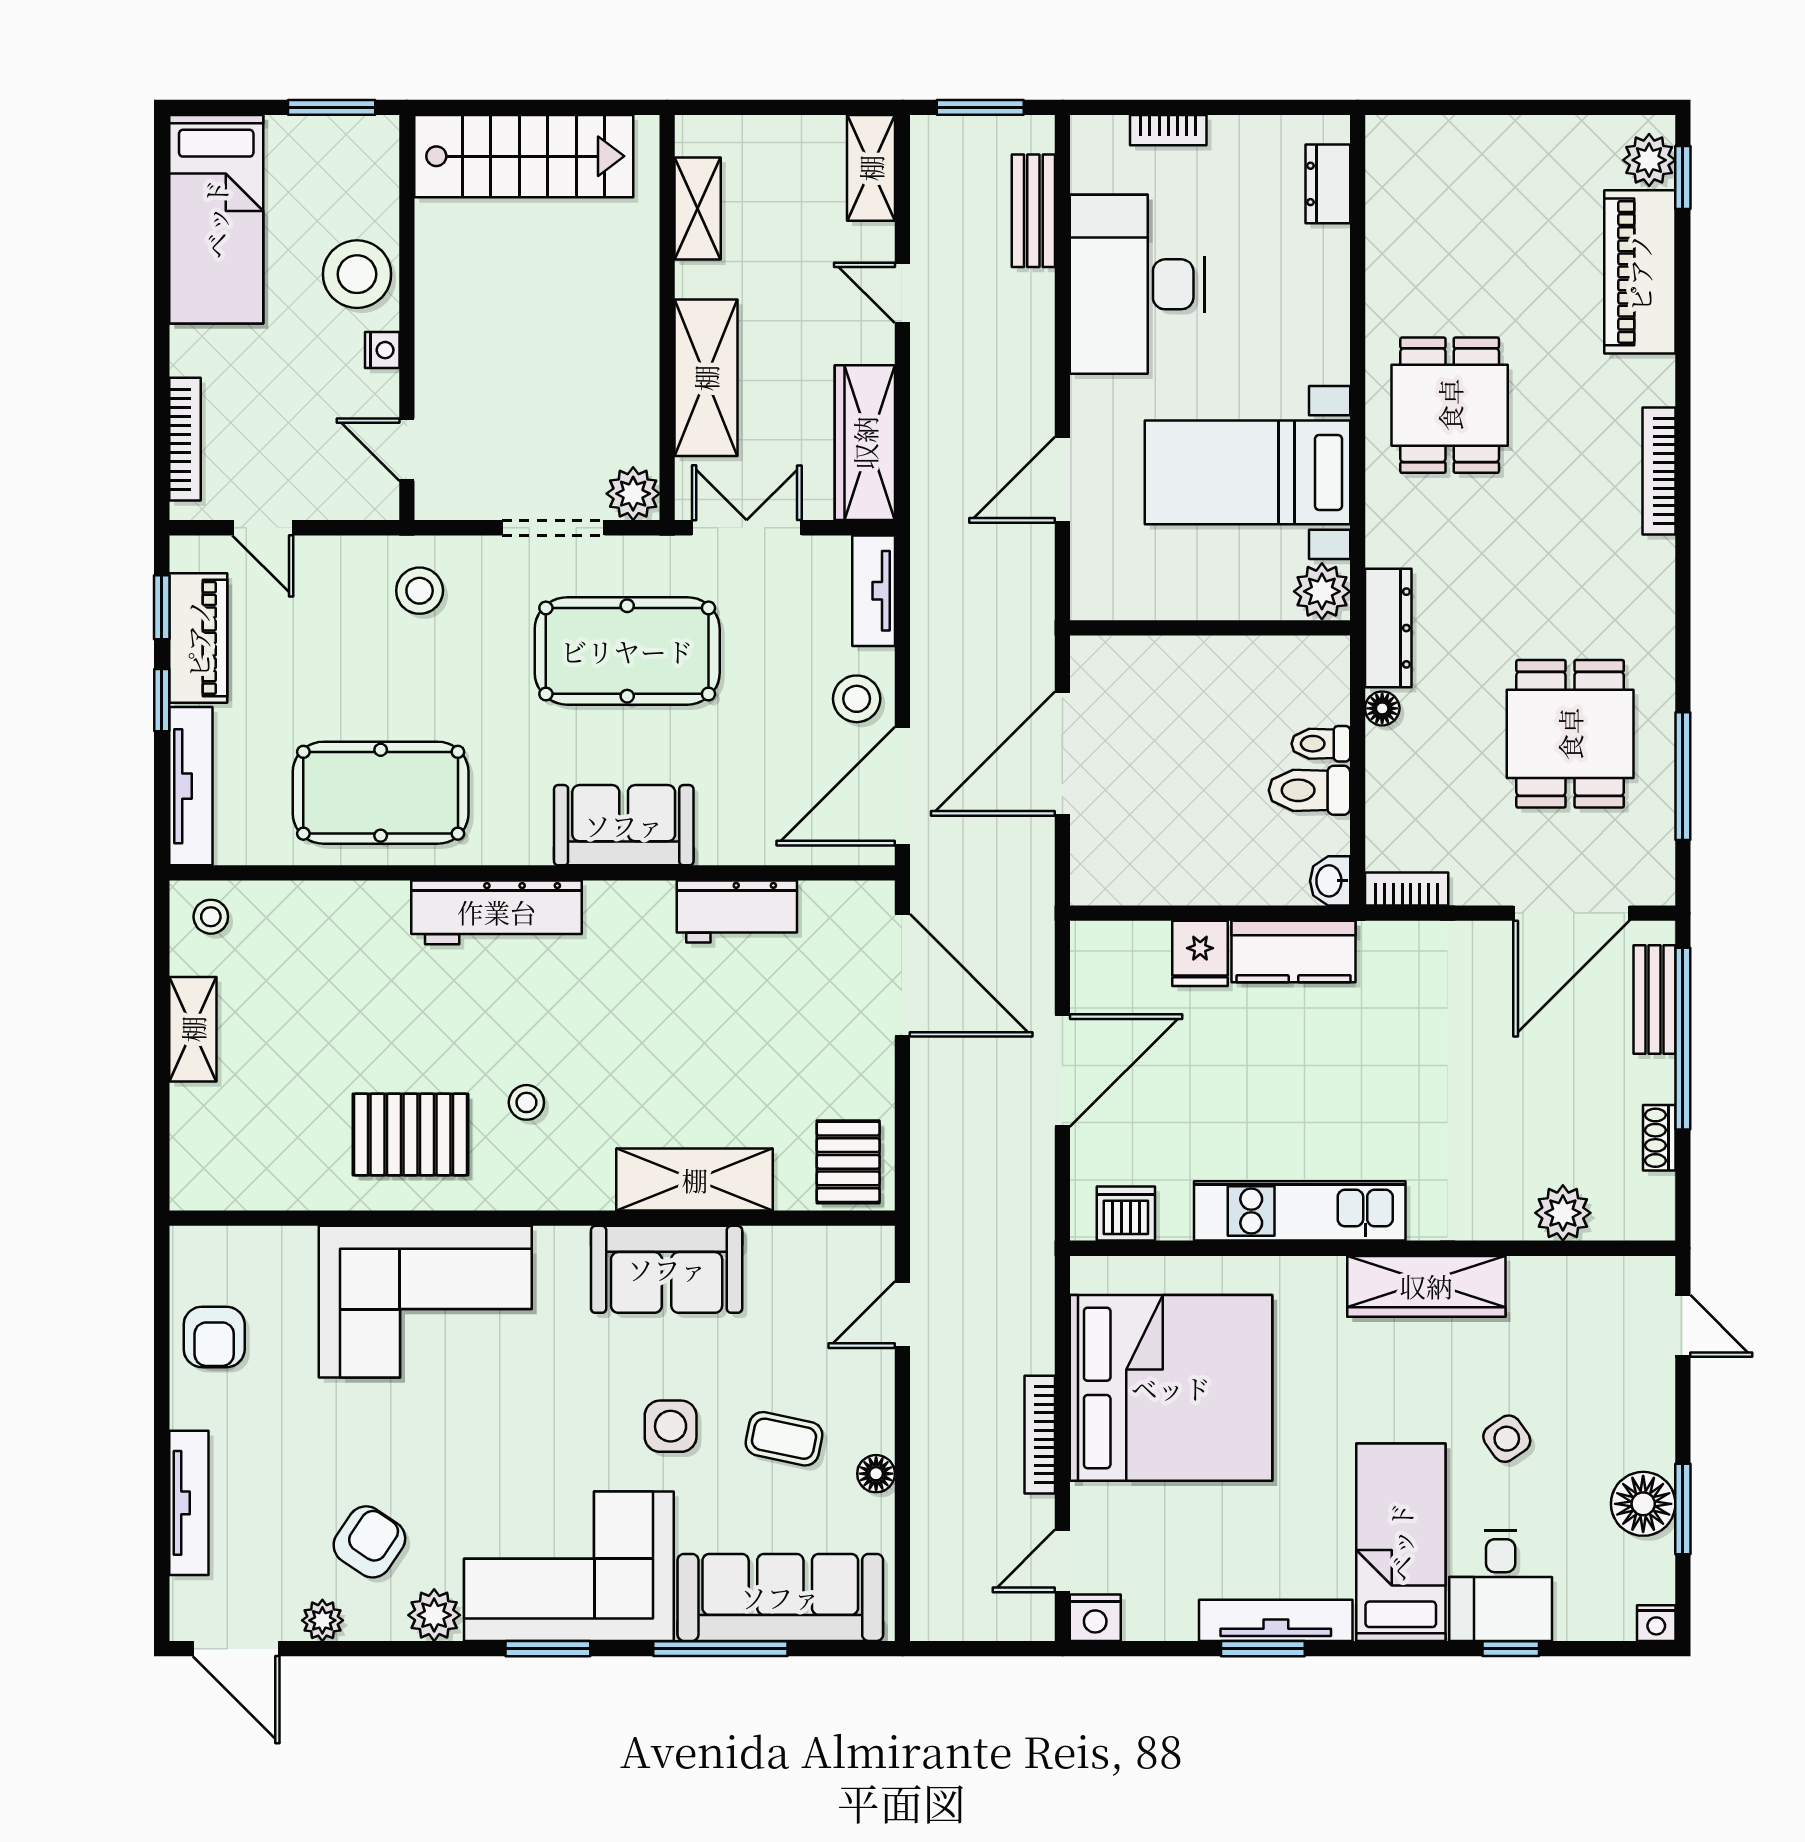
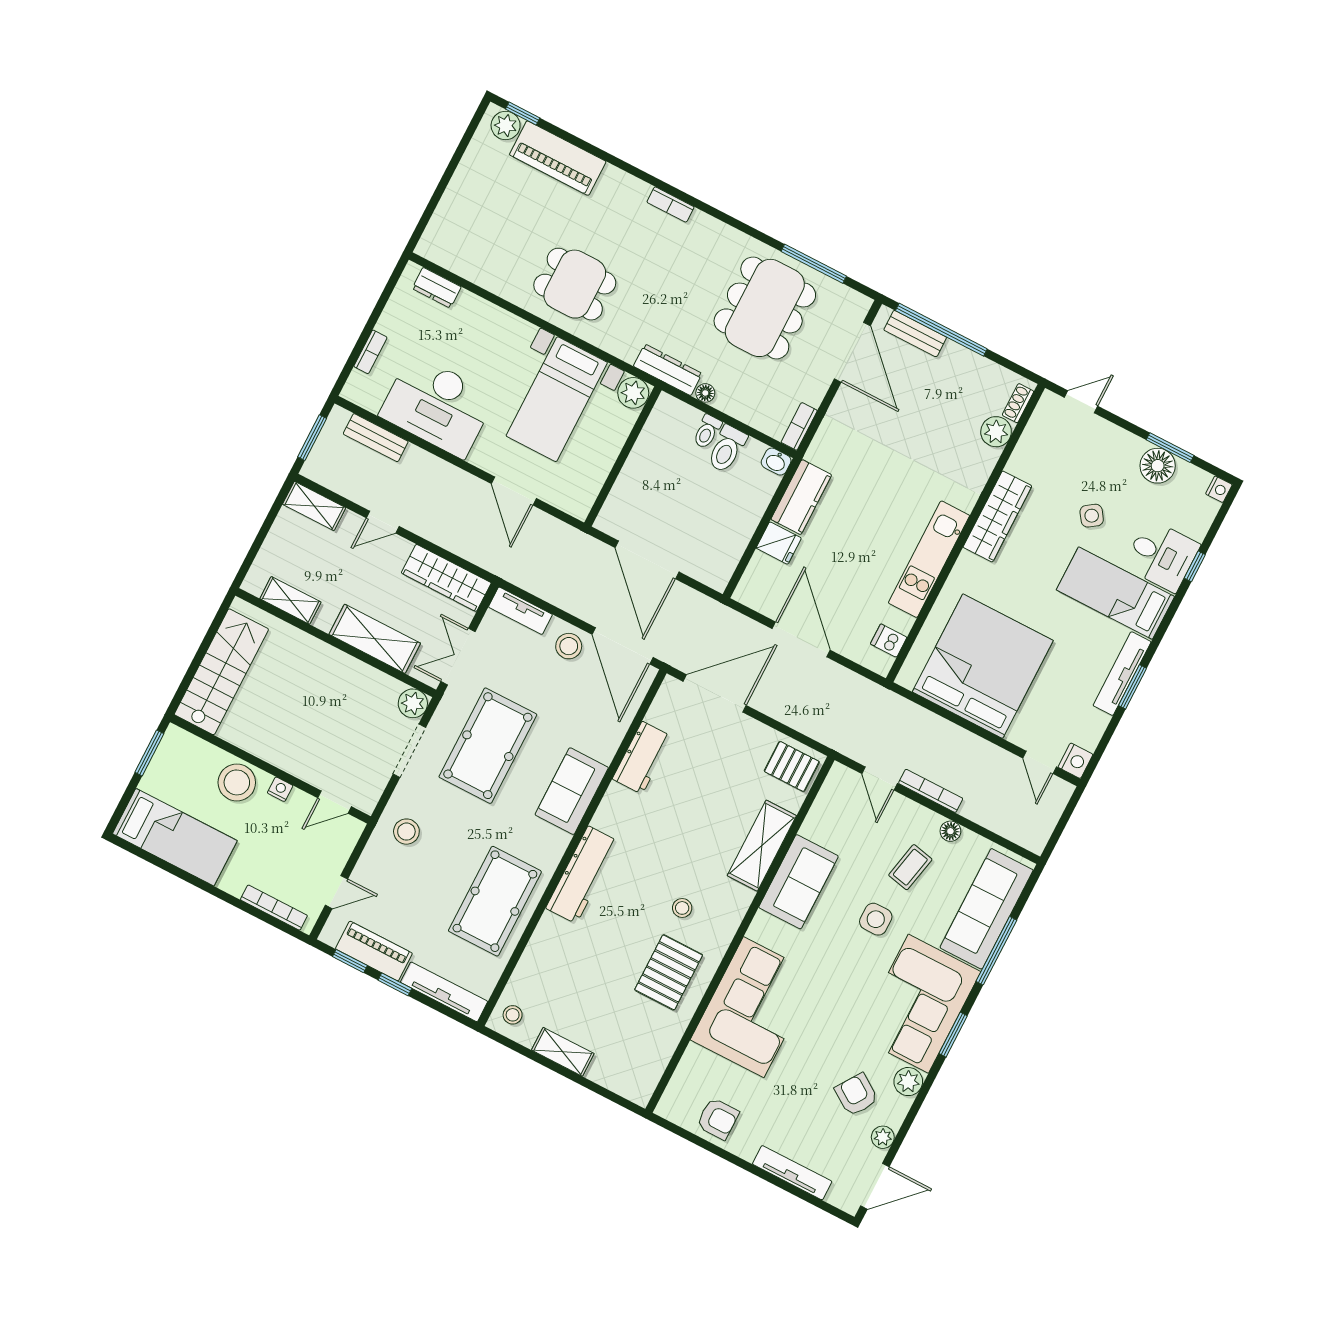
bookcase: (1659, 471) -> (670, 205), width x0.64
dining table: (1570, 734) -> (765, 308), width x1.38
shoe rack: (1659, 1138) -> (1018, 403), moved, turned 90
dishwasher: (1126, 1214) -> (889, 641), width x0.73
bookcase: (1040, 1435) -> (931, 791), moved, turned 180

